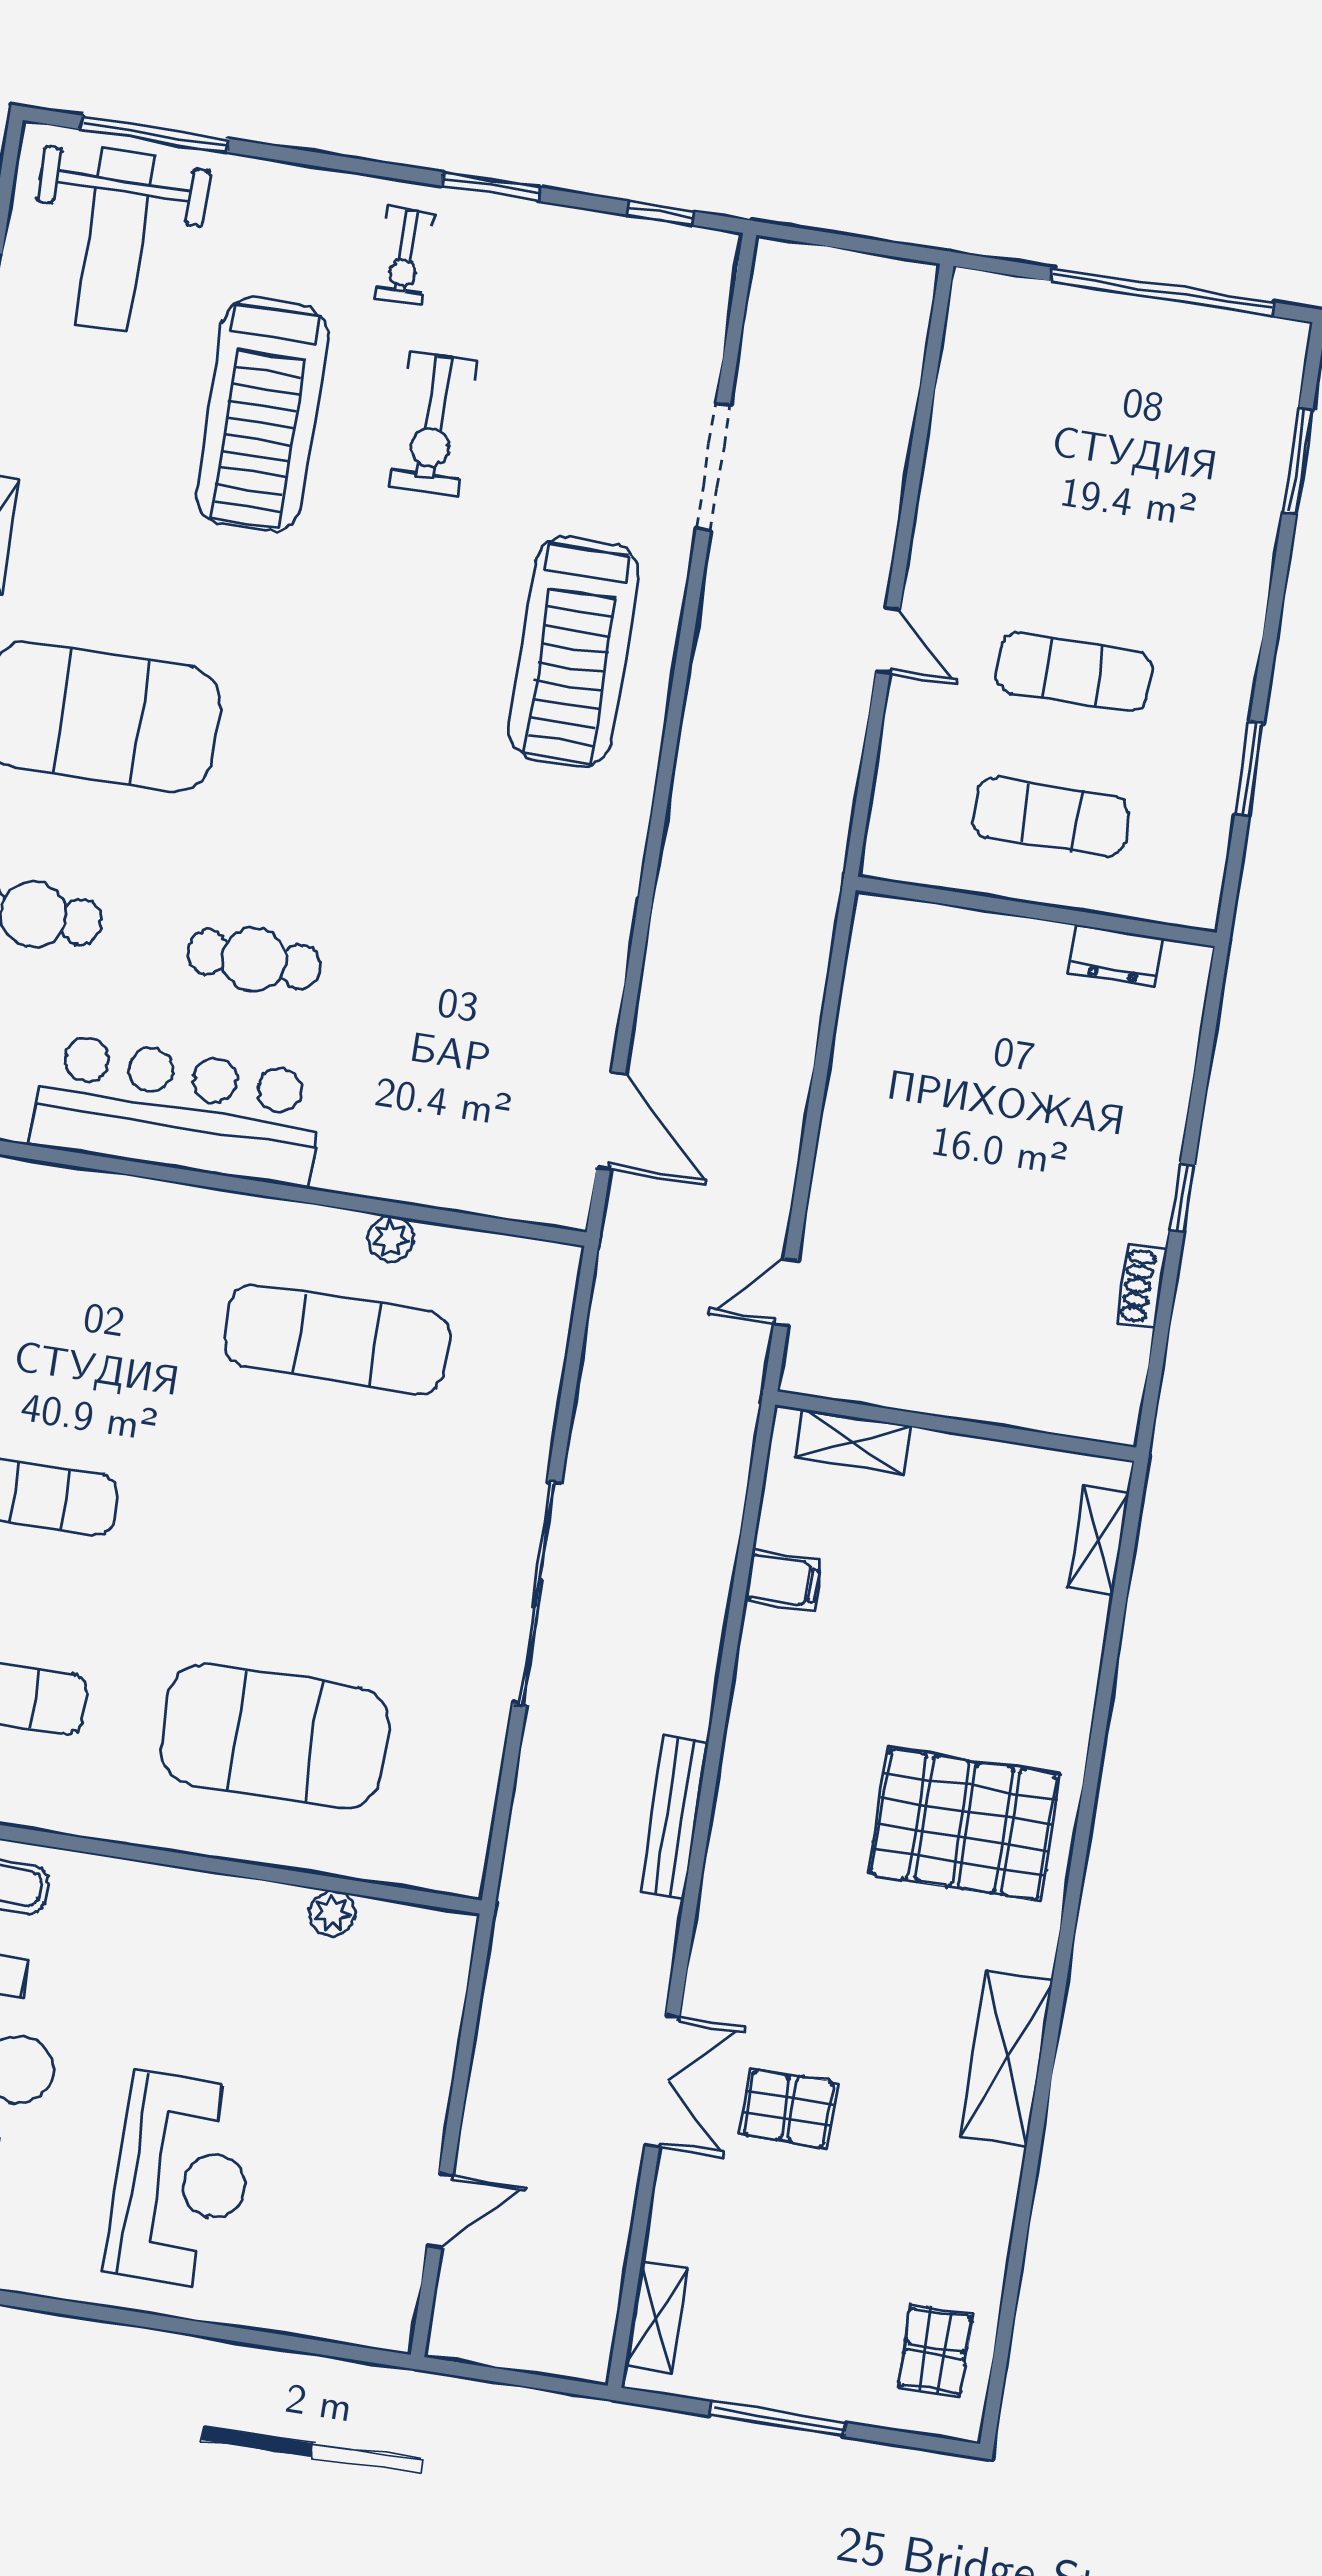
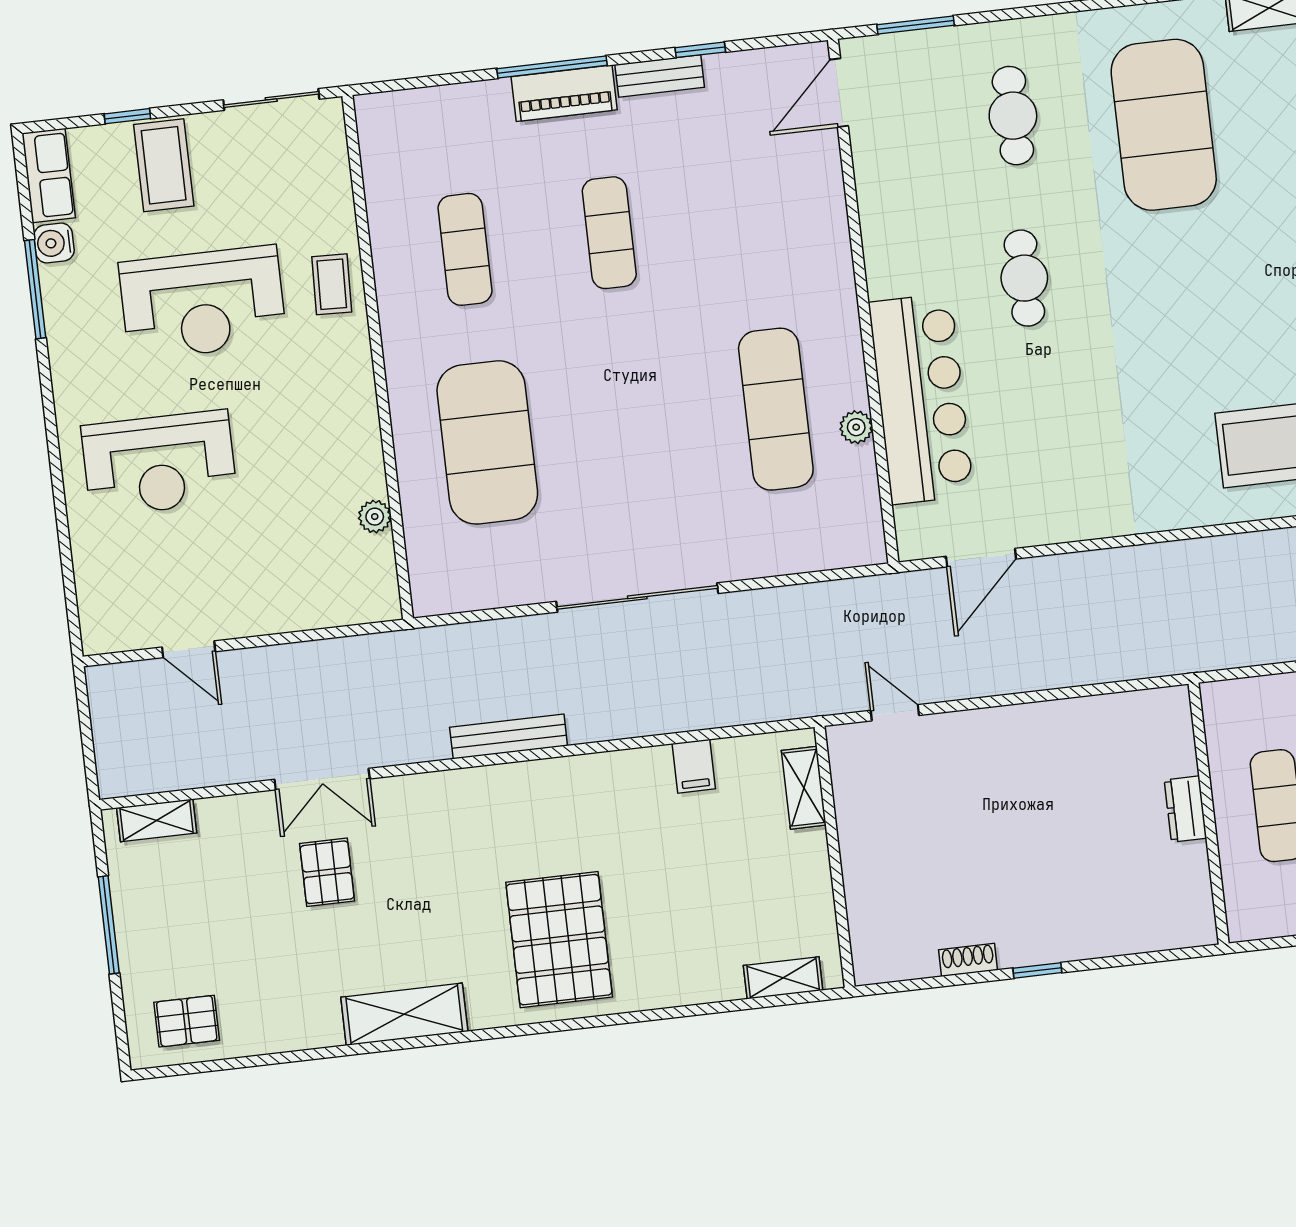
dresser: (1116, 955) -> (1185, 809), moved
bar counter: (178, 1110) -> (921, 399), moved

